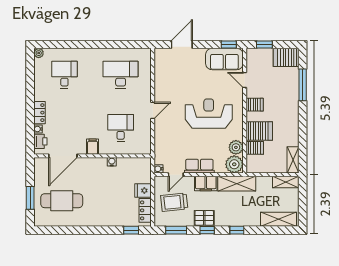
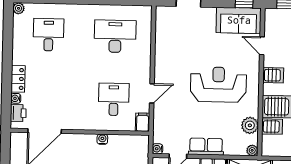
door: (153, 110) -> (152, 93), moved
filing cabinet: (93, 147) -> (143, 122), moved
plant: (234, 164) -> (252, 150), width x0.53, depth x0.53

